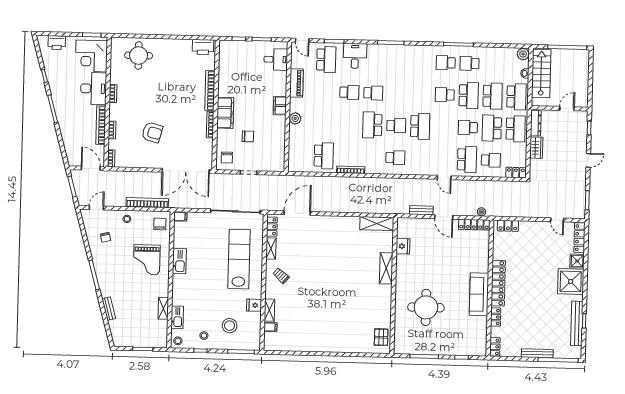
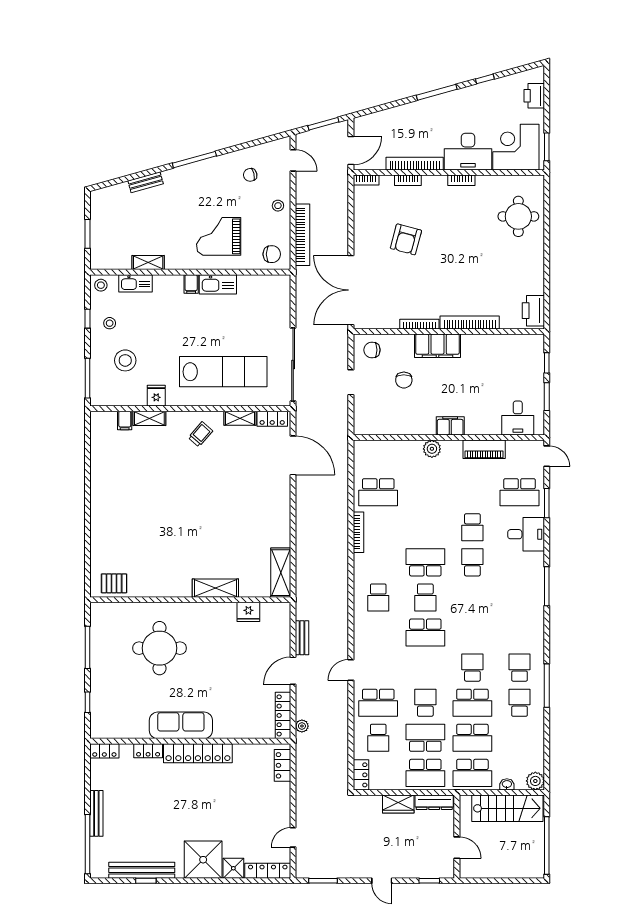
door: (302, 40) -> (547, 456), swing flipped
school desk: (373, 93) -> (472, 562), turned 180
filing cabinet: (180, 216) -> (191, 284), moved

